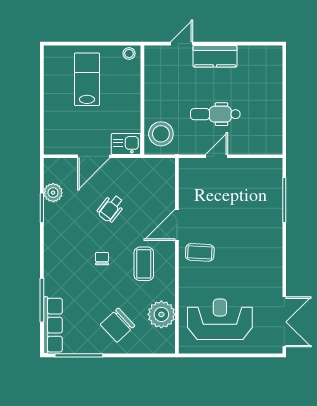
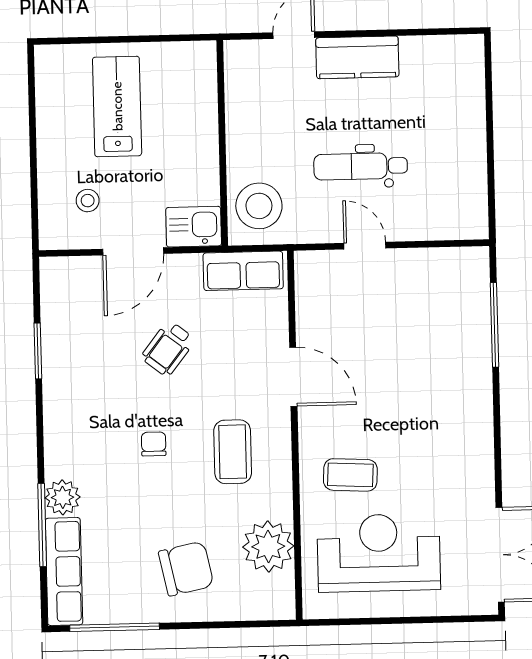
stool: (129, 53) -> (88, 201), moved
door: (217, 156) -> (365, 246), hinge flipped
row of seats: (152, 168) -> (243, 271), added
plant: (53, 193) -> (63, 497), moved
door: (177, 225) -> (293, 377), swing flipped
coffee table: (200, 252) -> (350, 475), moved
chair: (118, 325) -> (186, 569), turned -149

